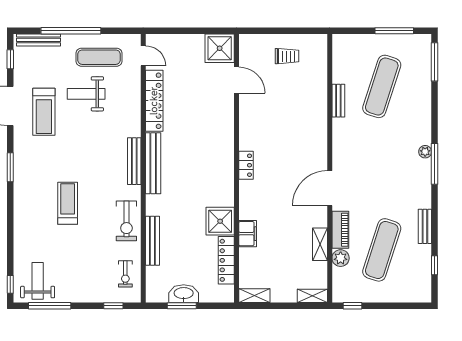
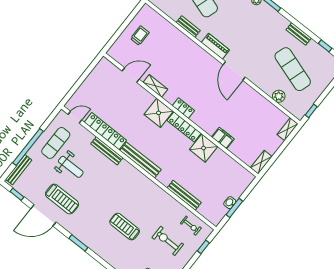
shower: (220, 48) -> (159, 113), moved
weight bench: (86, 94) -> (71, 167), turned -90
bench: (134, 161) -> (107, 151), moved
exercise bike: (126, 221) -> (168, 241), moved, turned 180
piano: (340, 230) -> (215, 46), moved
shelving: (320, 244) -> (155, 86), moved
locker: (226, 260) -> (184, 127), moved
washbasin: (184, 294) -> (230, 203), width x0.52, depth x0.69

